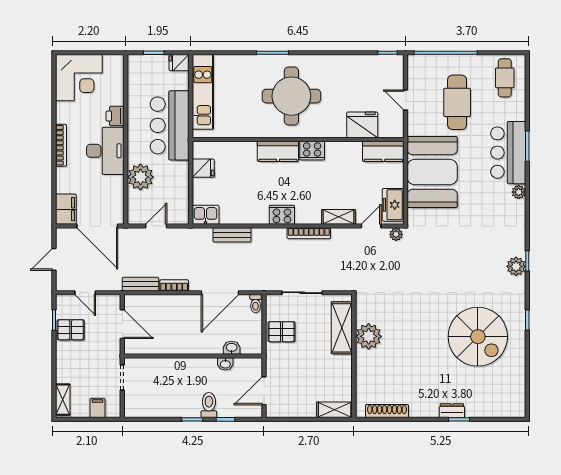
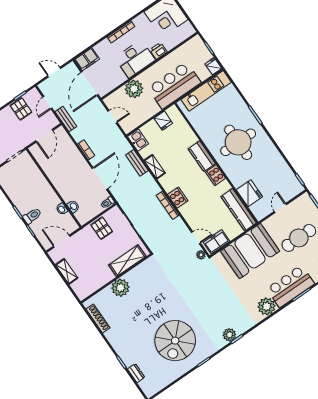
kitchen counter: (383, 151) -> (239, 210), width x1.50
plant: (519, 192) -> (267, 306), width x1.88, depth x1.88
cooker: (282, 215) -> (178, 198), moved
shelving: (338, 217) -> (155, 167), moved
bench: (140, 284) -> (66, 119), moved
door: (220, 293) -> (100, 179), swing flipped
plant: (369, 336) -> (120, 288), moved
shelving: (335, 410) -> (67, 271), moved
dresser: (452, 411) -> (136, 373), moved

